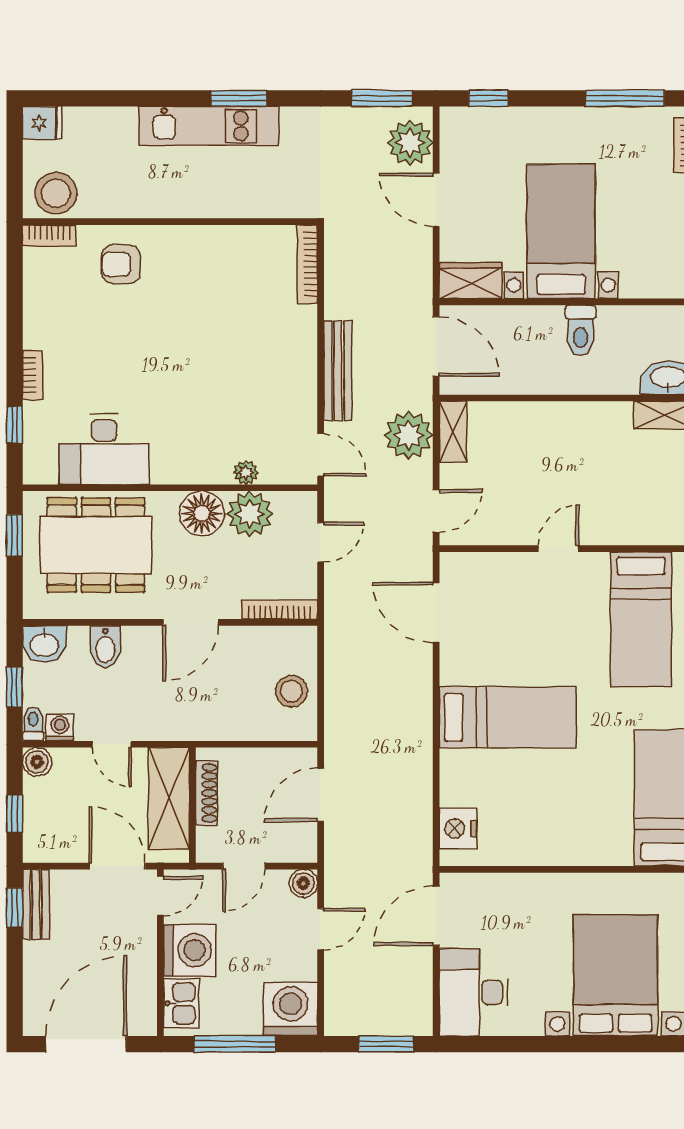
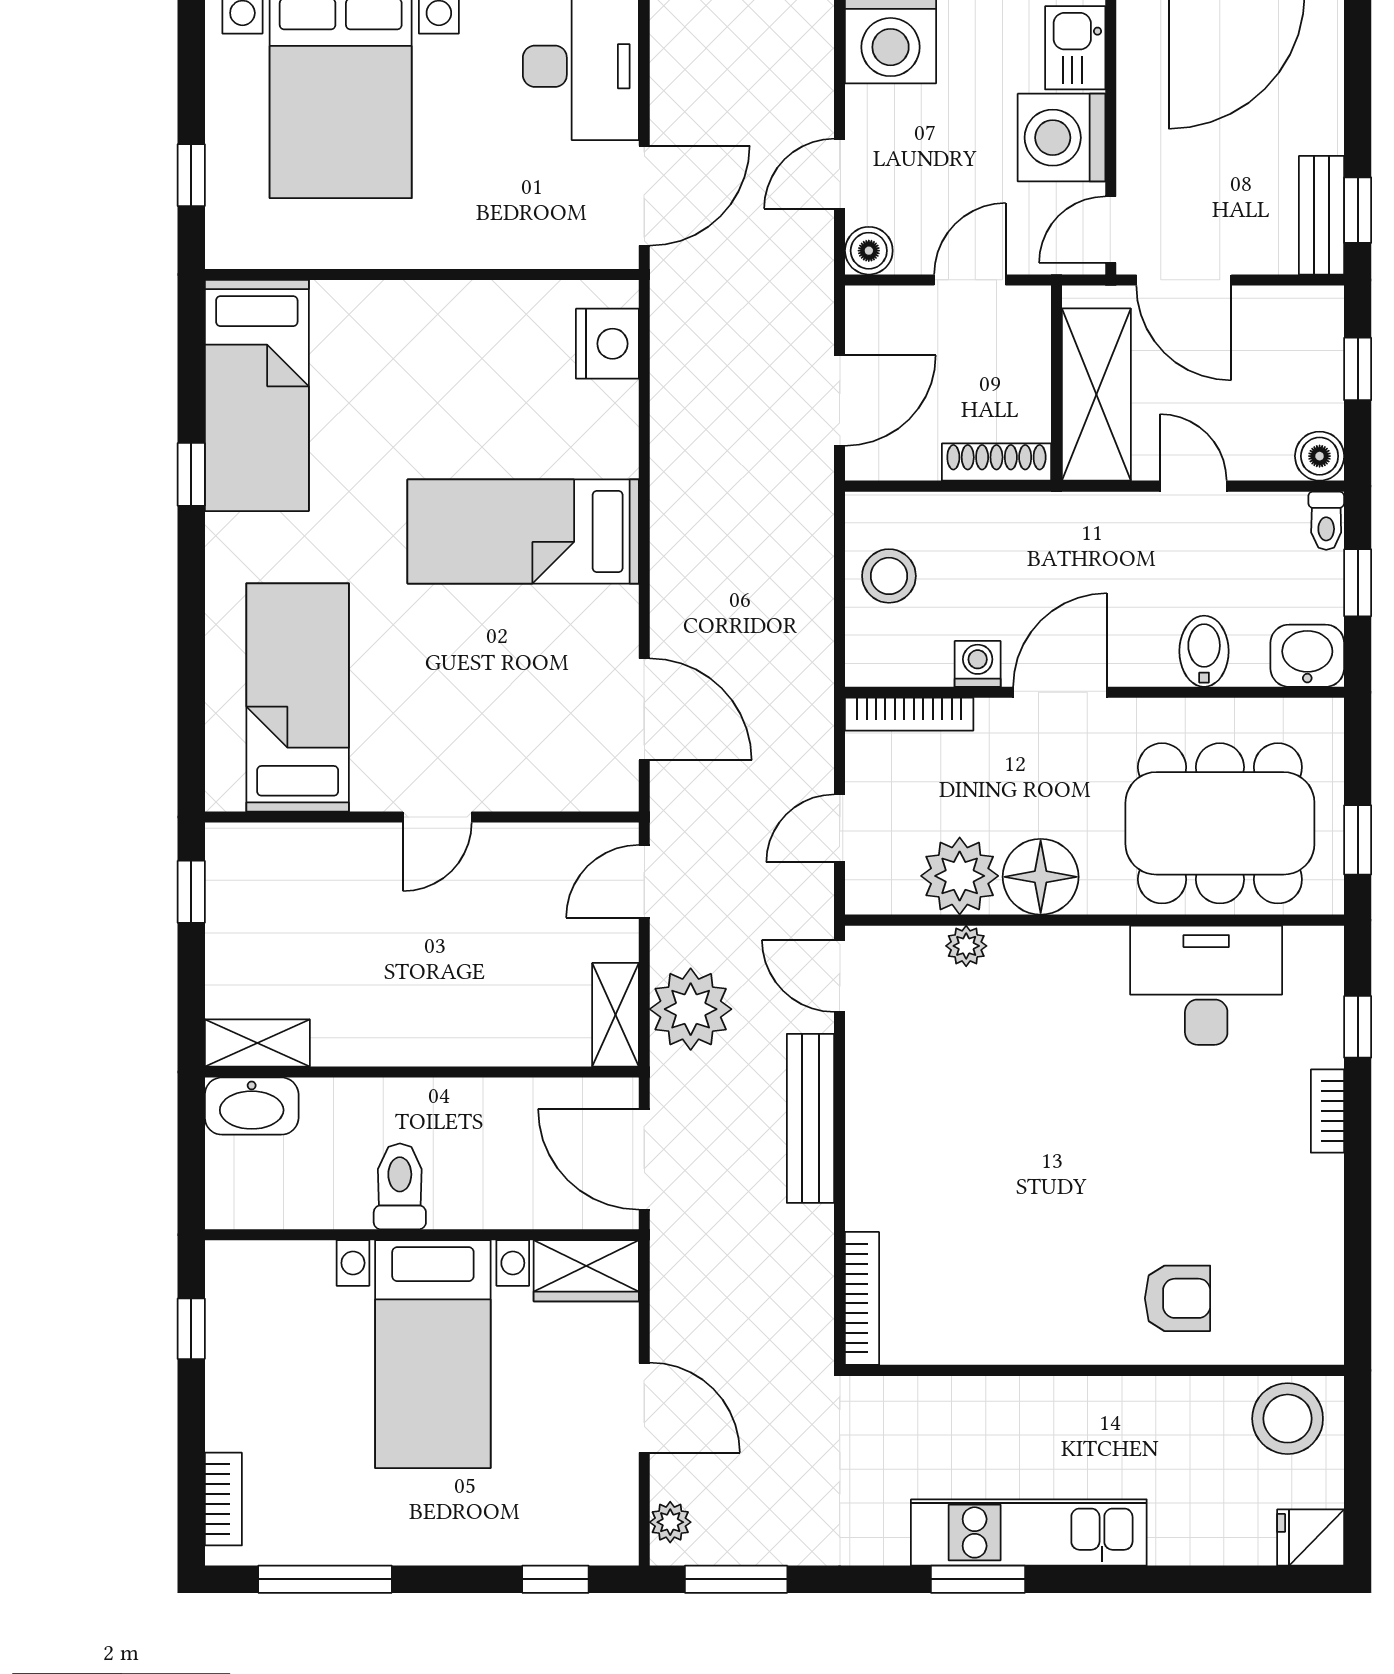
plant: (410, 143) -> (670, 1522), width x0.53, depth x0.53
bookcase: (49, 236) -> (1299, 1347), removed
washing machine: (60, 727) -> (978, 664), moved, turned 180
shoe rack: (207, 793) -> (996, 462), moved, turned 90

